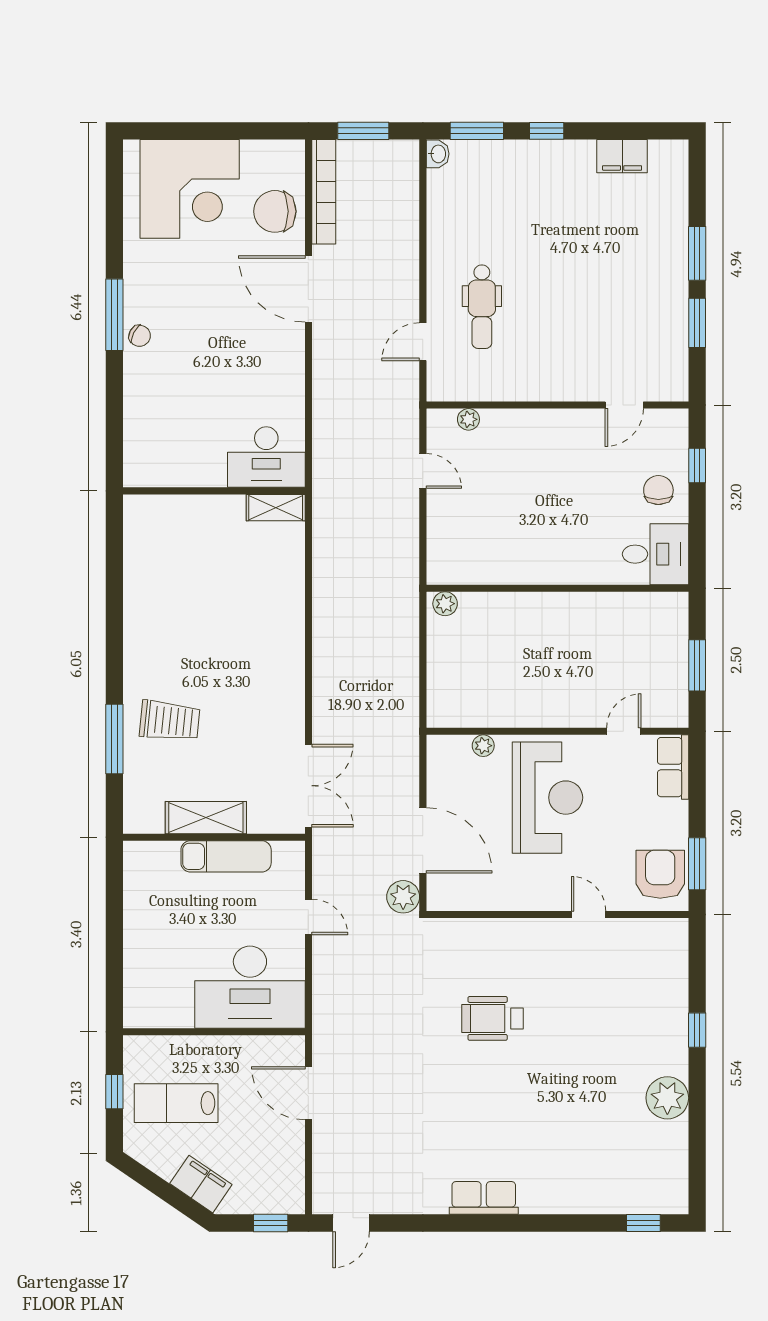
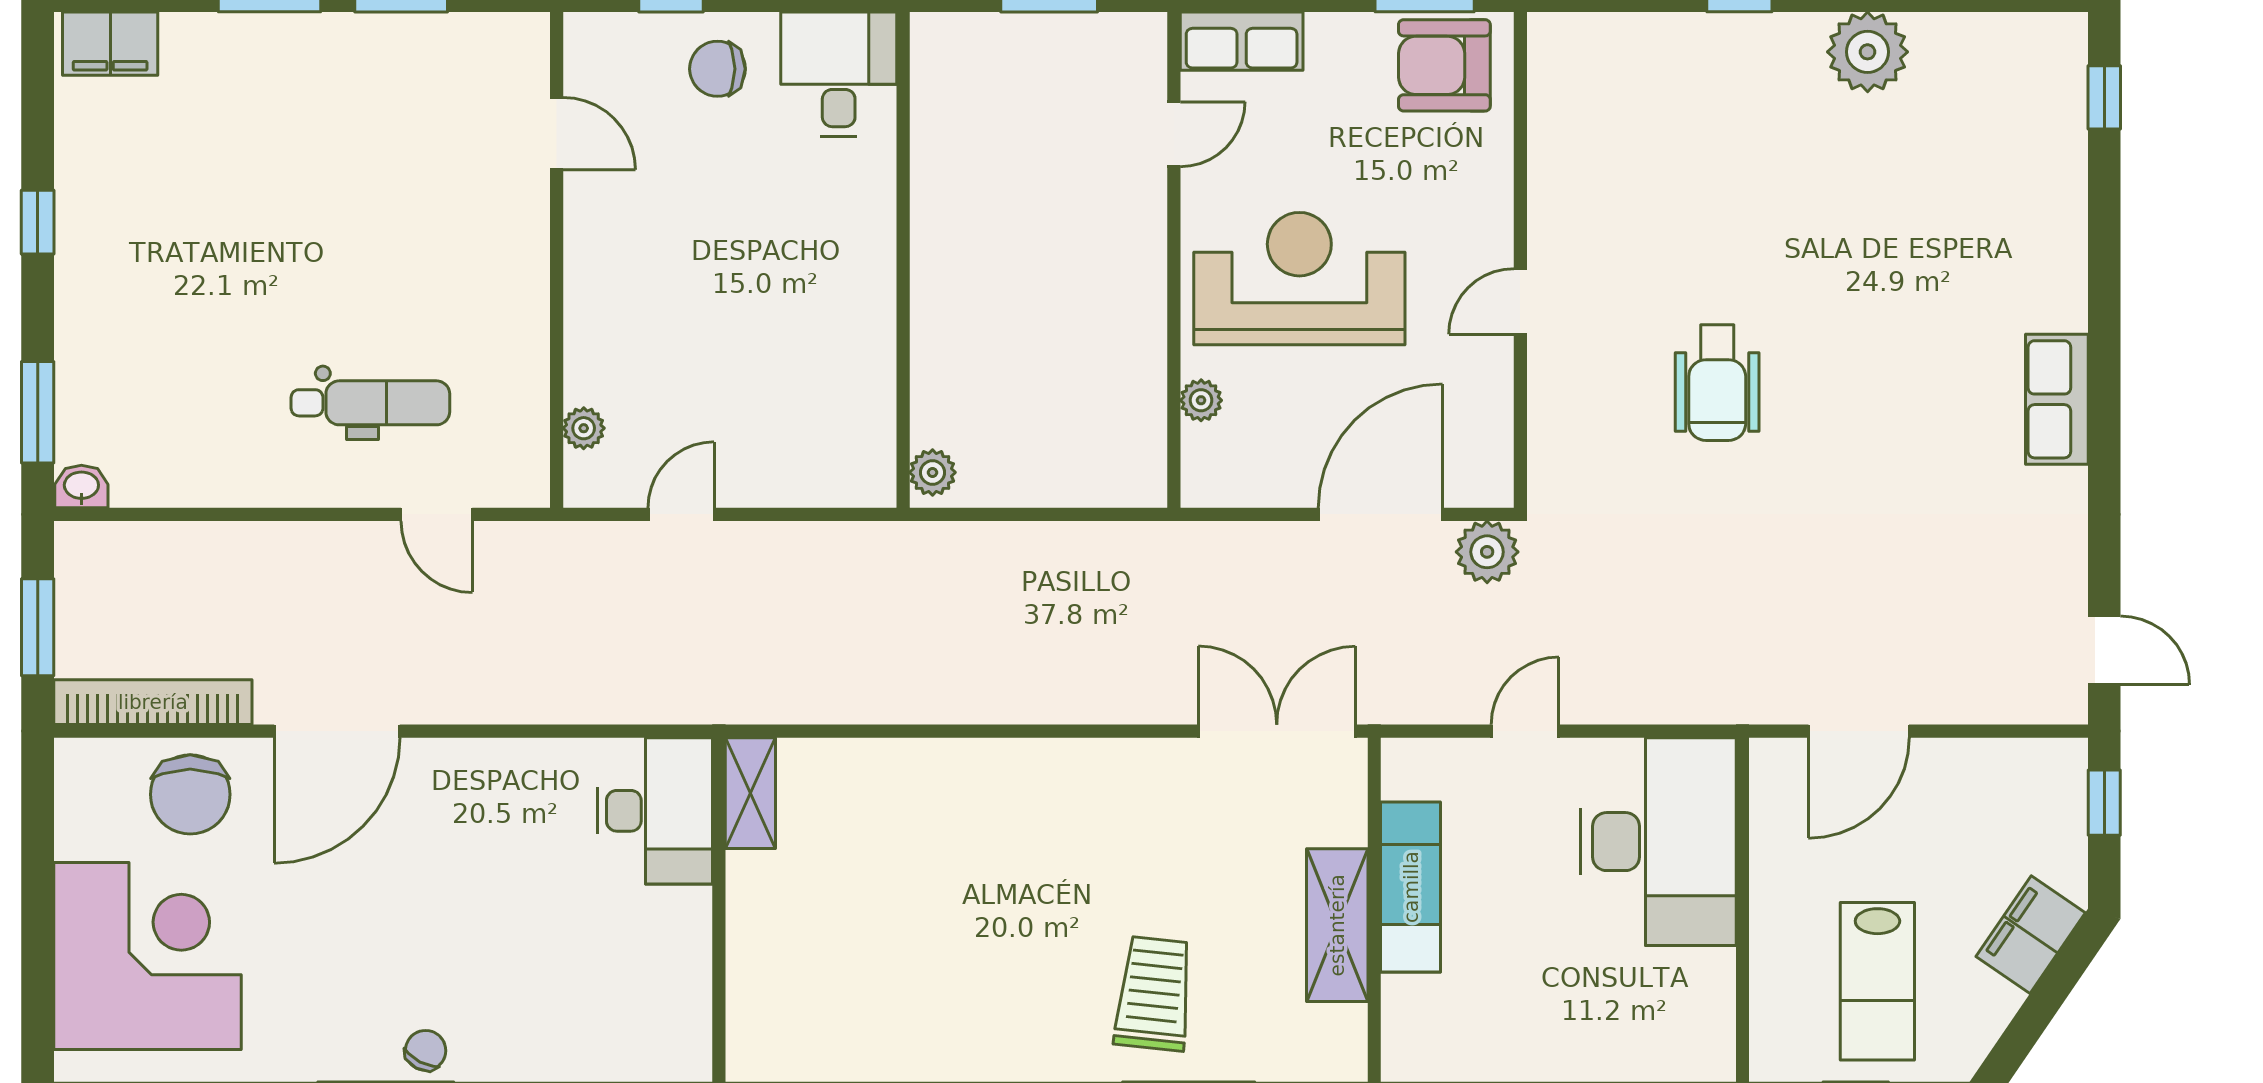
window: (547, 131) -> (38, 222), moved
filing cabinet: (622, 156) -> (110, 44), moved, turned 90
door: (624, 731) -> (1174, 134), swing flipped
door: (589, 914) -> (1520, 301), moved

